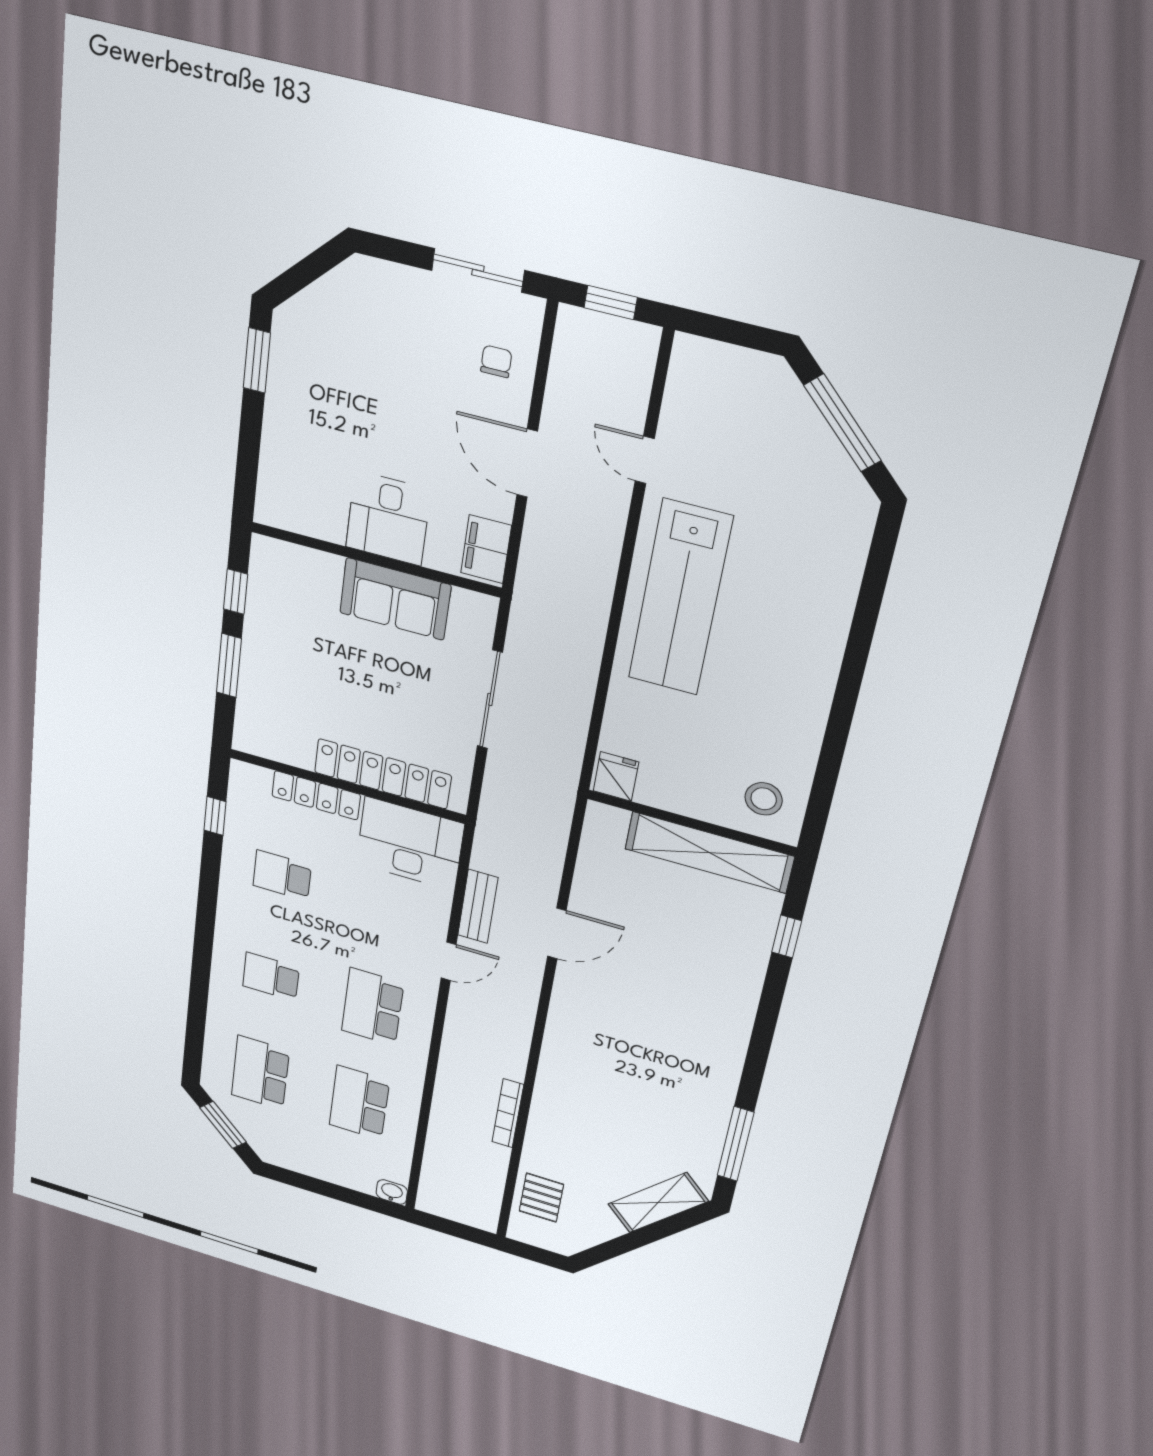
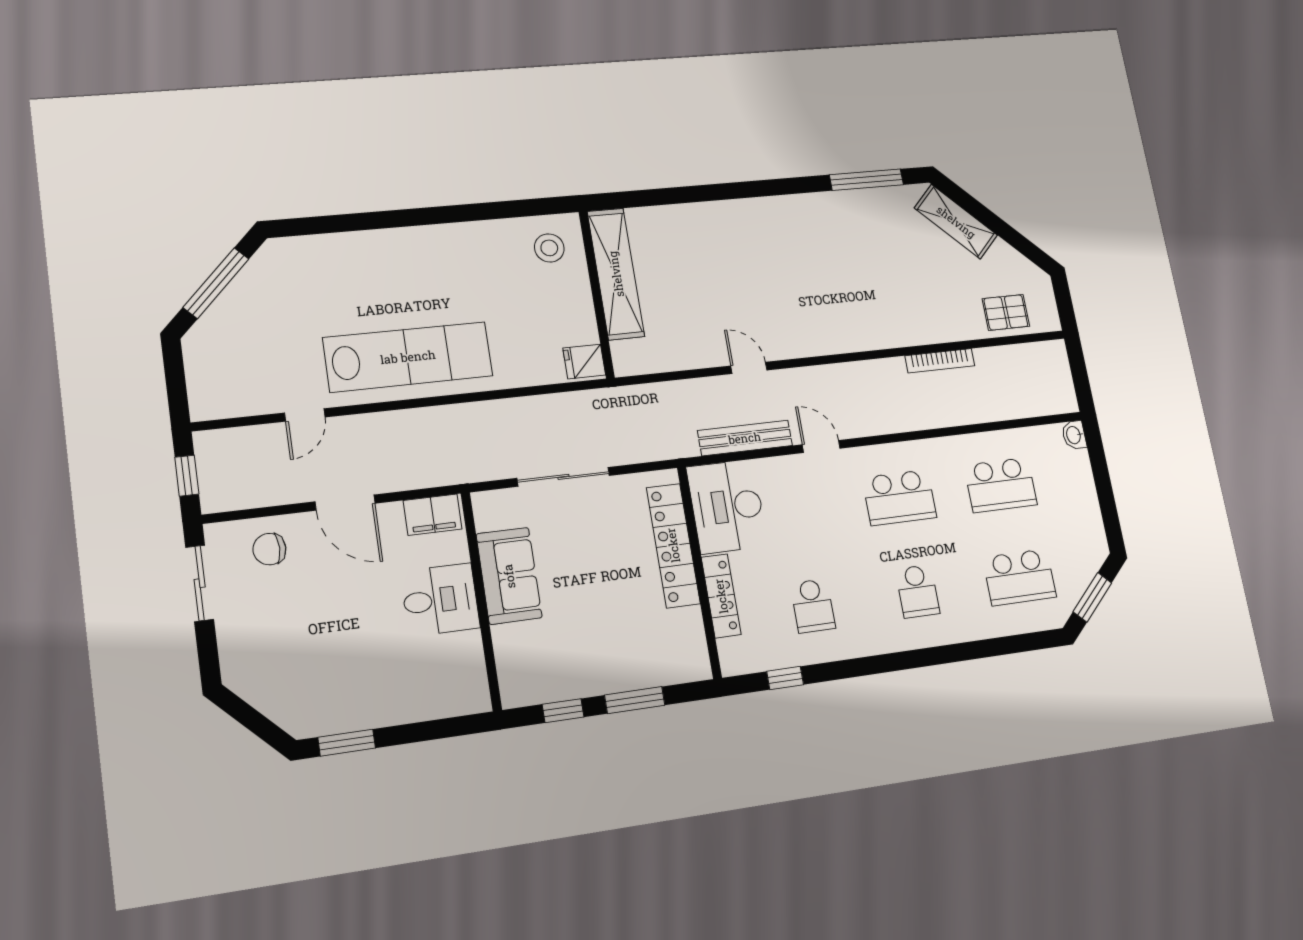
chair: (496, 361) -> (269, 549), width x1.37, depth x1.37
door: (527, 463) -> (345, 503), hinge flipped
bench: (478, 906) -> (745, 438), width x1.36
door: (557, 933) -> (749, 368), width x0.73
window: (787, 937) -> (660, 197), removed

